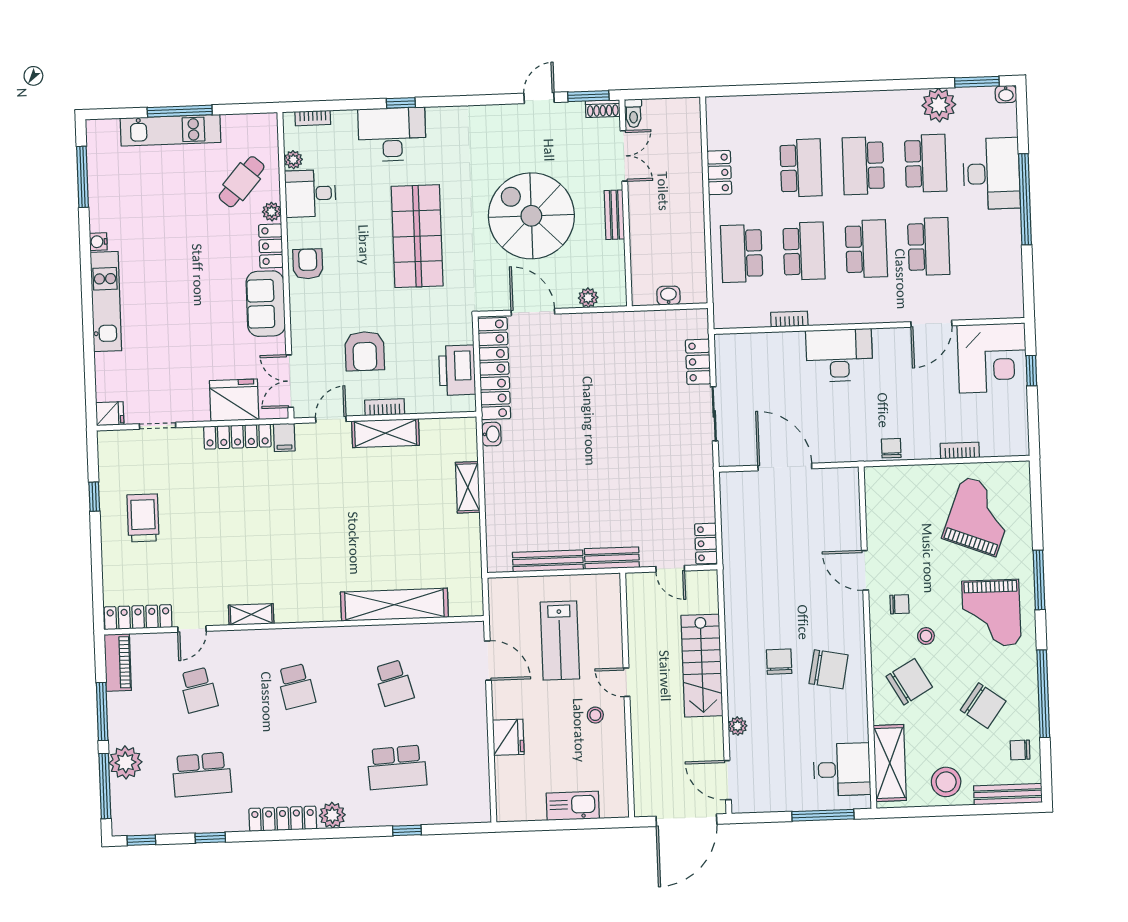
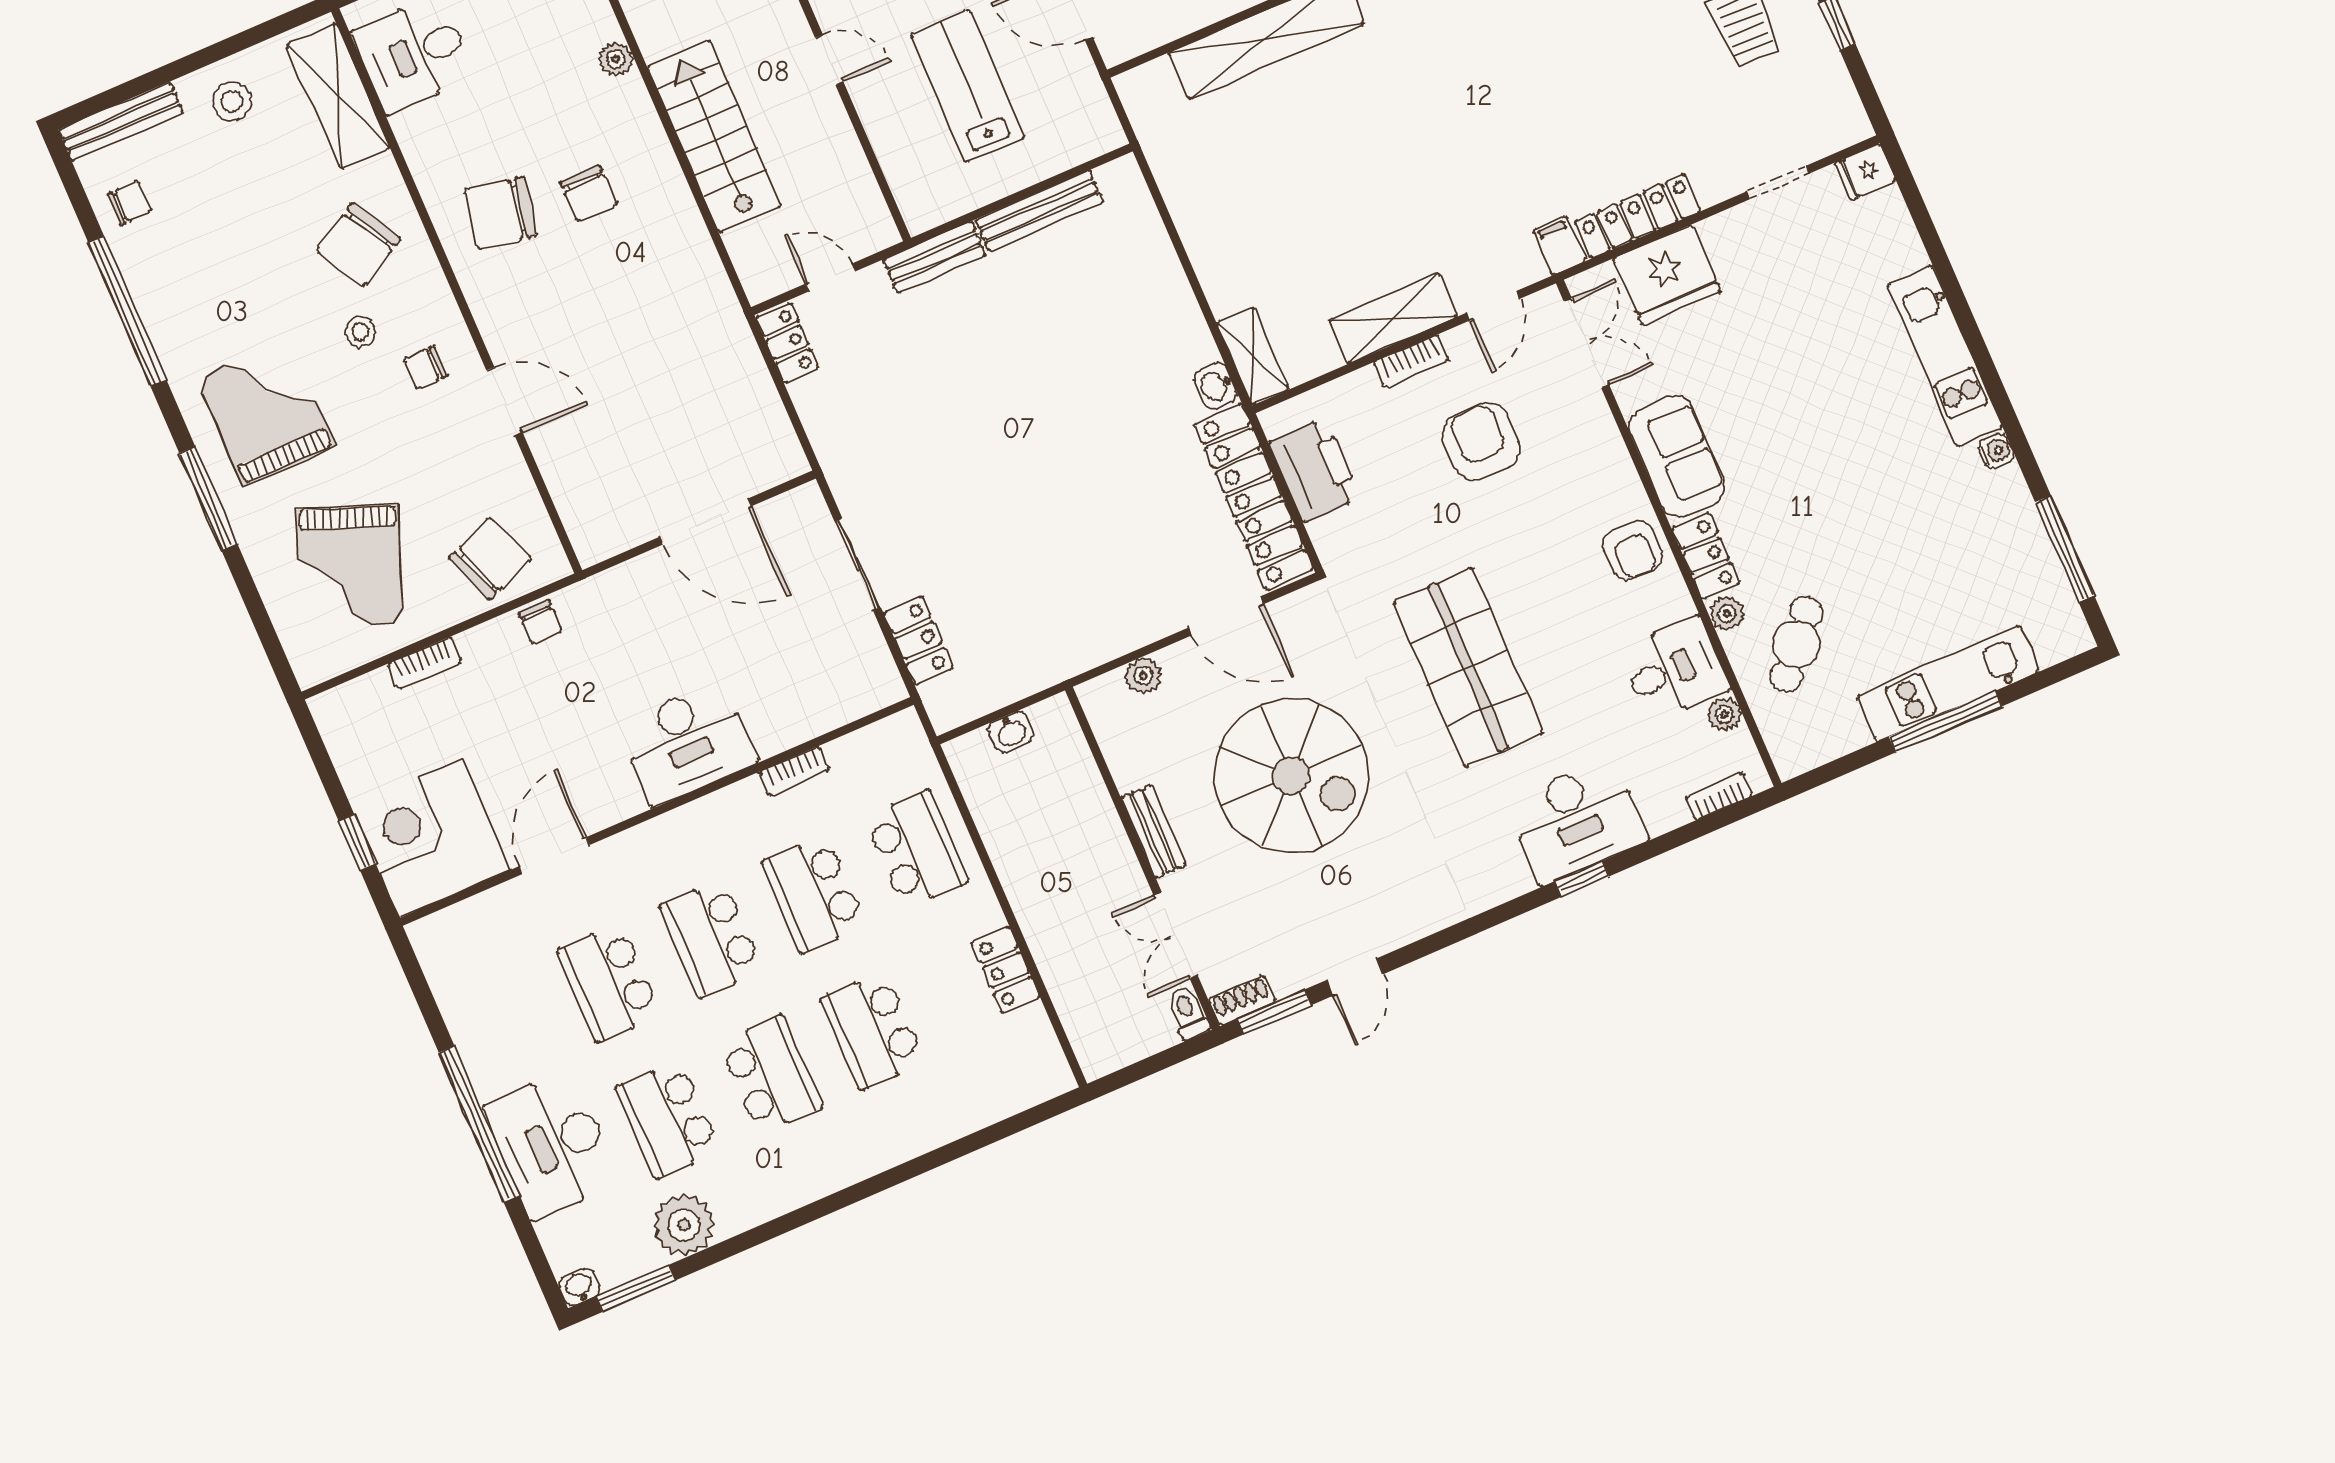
shelving: (468, 487) -> (1253, 356), moved
chair: (983, 706) -> (490, 559), moved, turned 123
stool: (946, 782) -> (232, 101), width x0.73, depth x0.73

